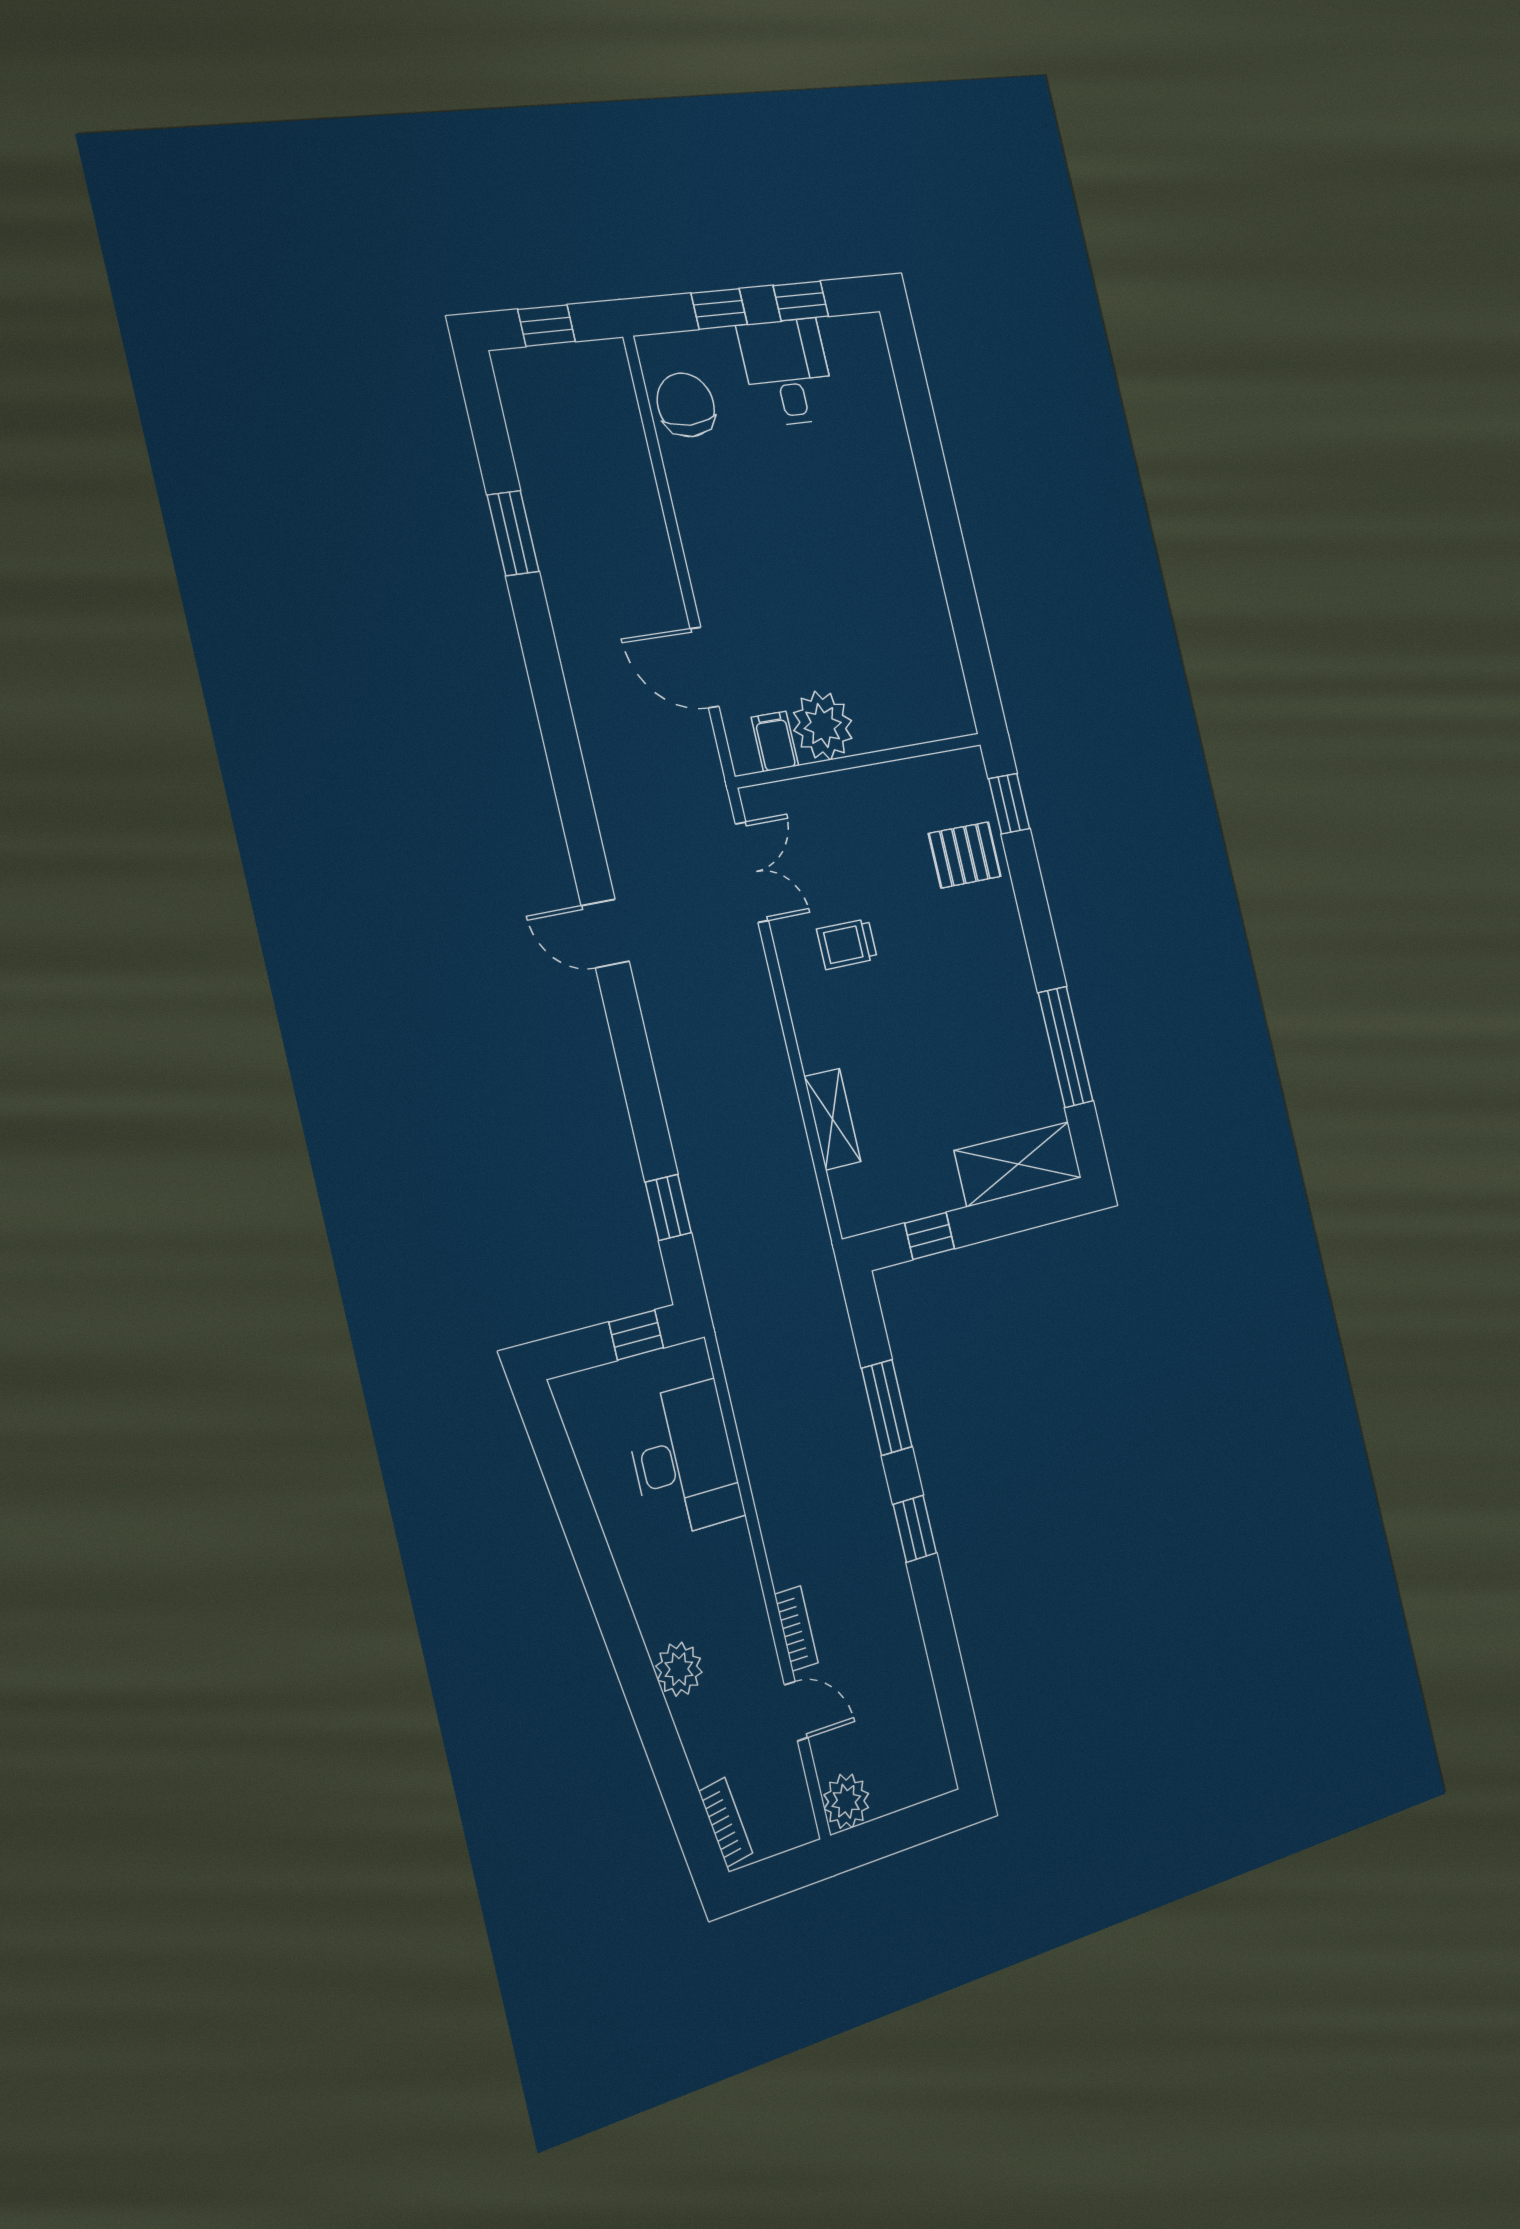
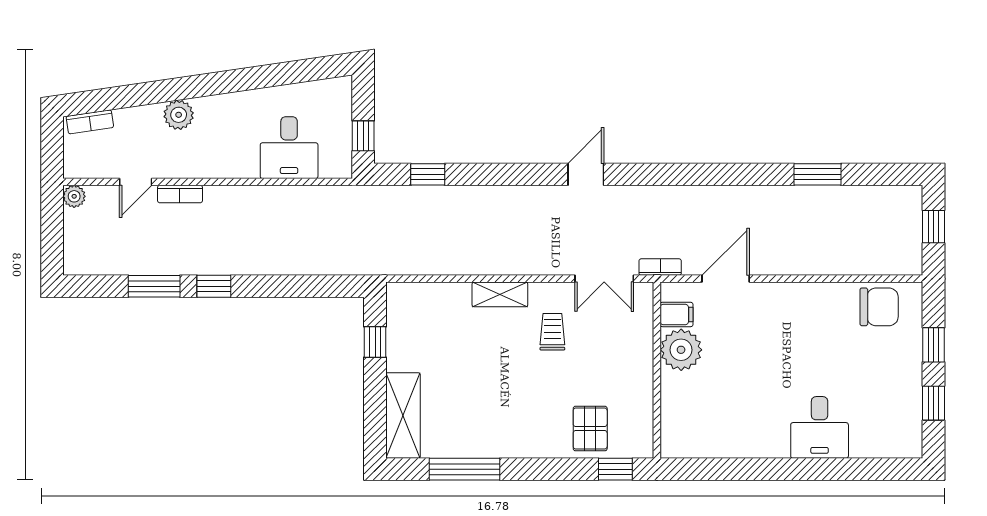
desk: (787, 372) -> (820, 427), moved, turned 90
bookcase: (713, 781) -> (660, 267), added
shelving: (832, 1119) -> (500, 294), moved
window: (887, 1408) -> (154, 286), moved
desk: (684, 1460) -> (289, 148), width x0.73
plant: (846, 1801) -> (74, 196), width x0.73, depth x0.73

